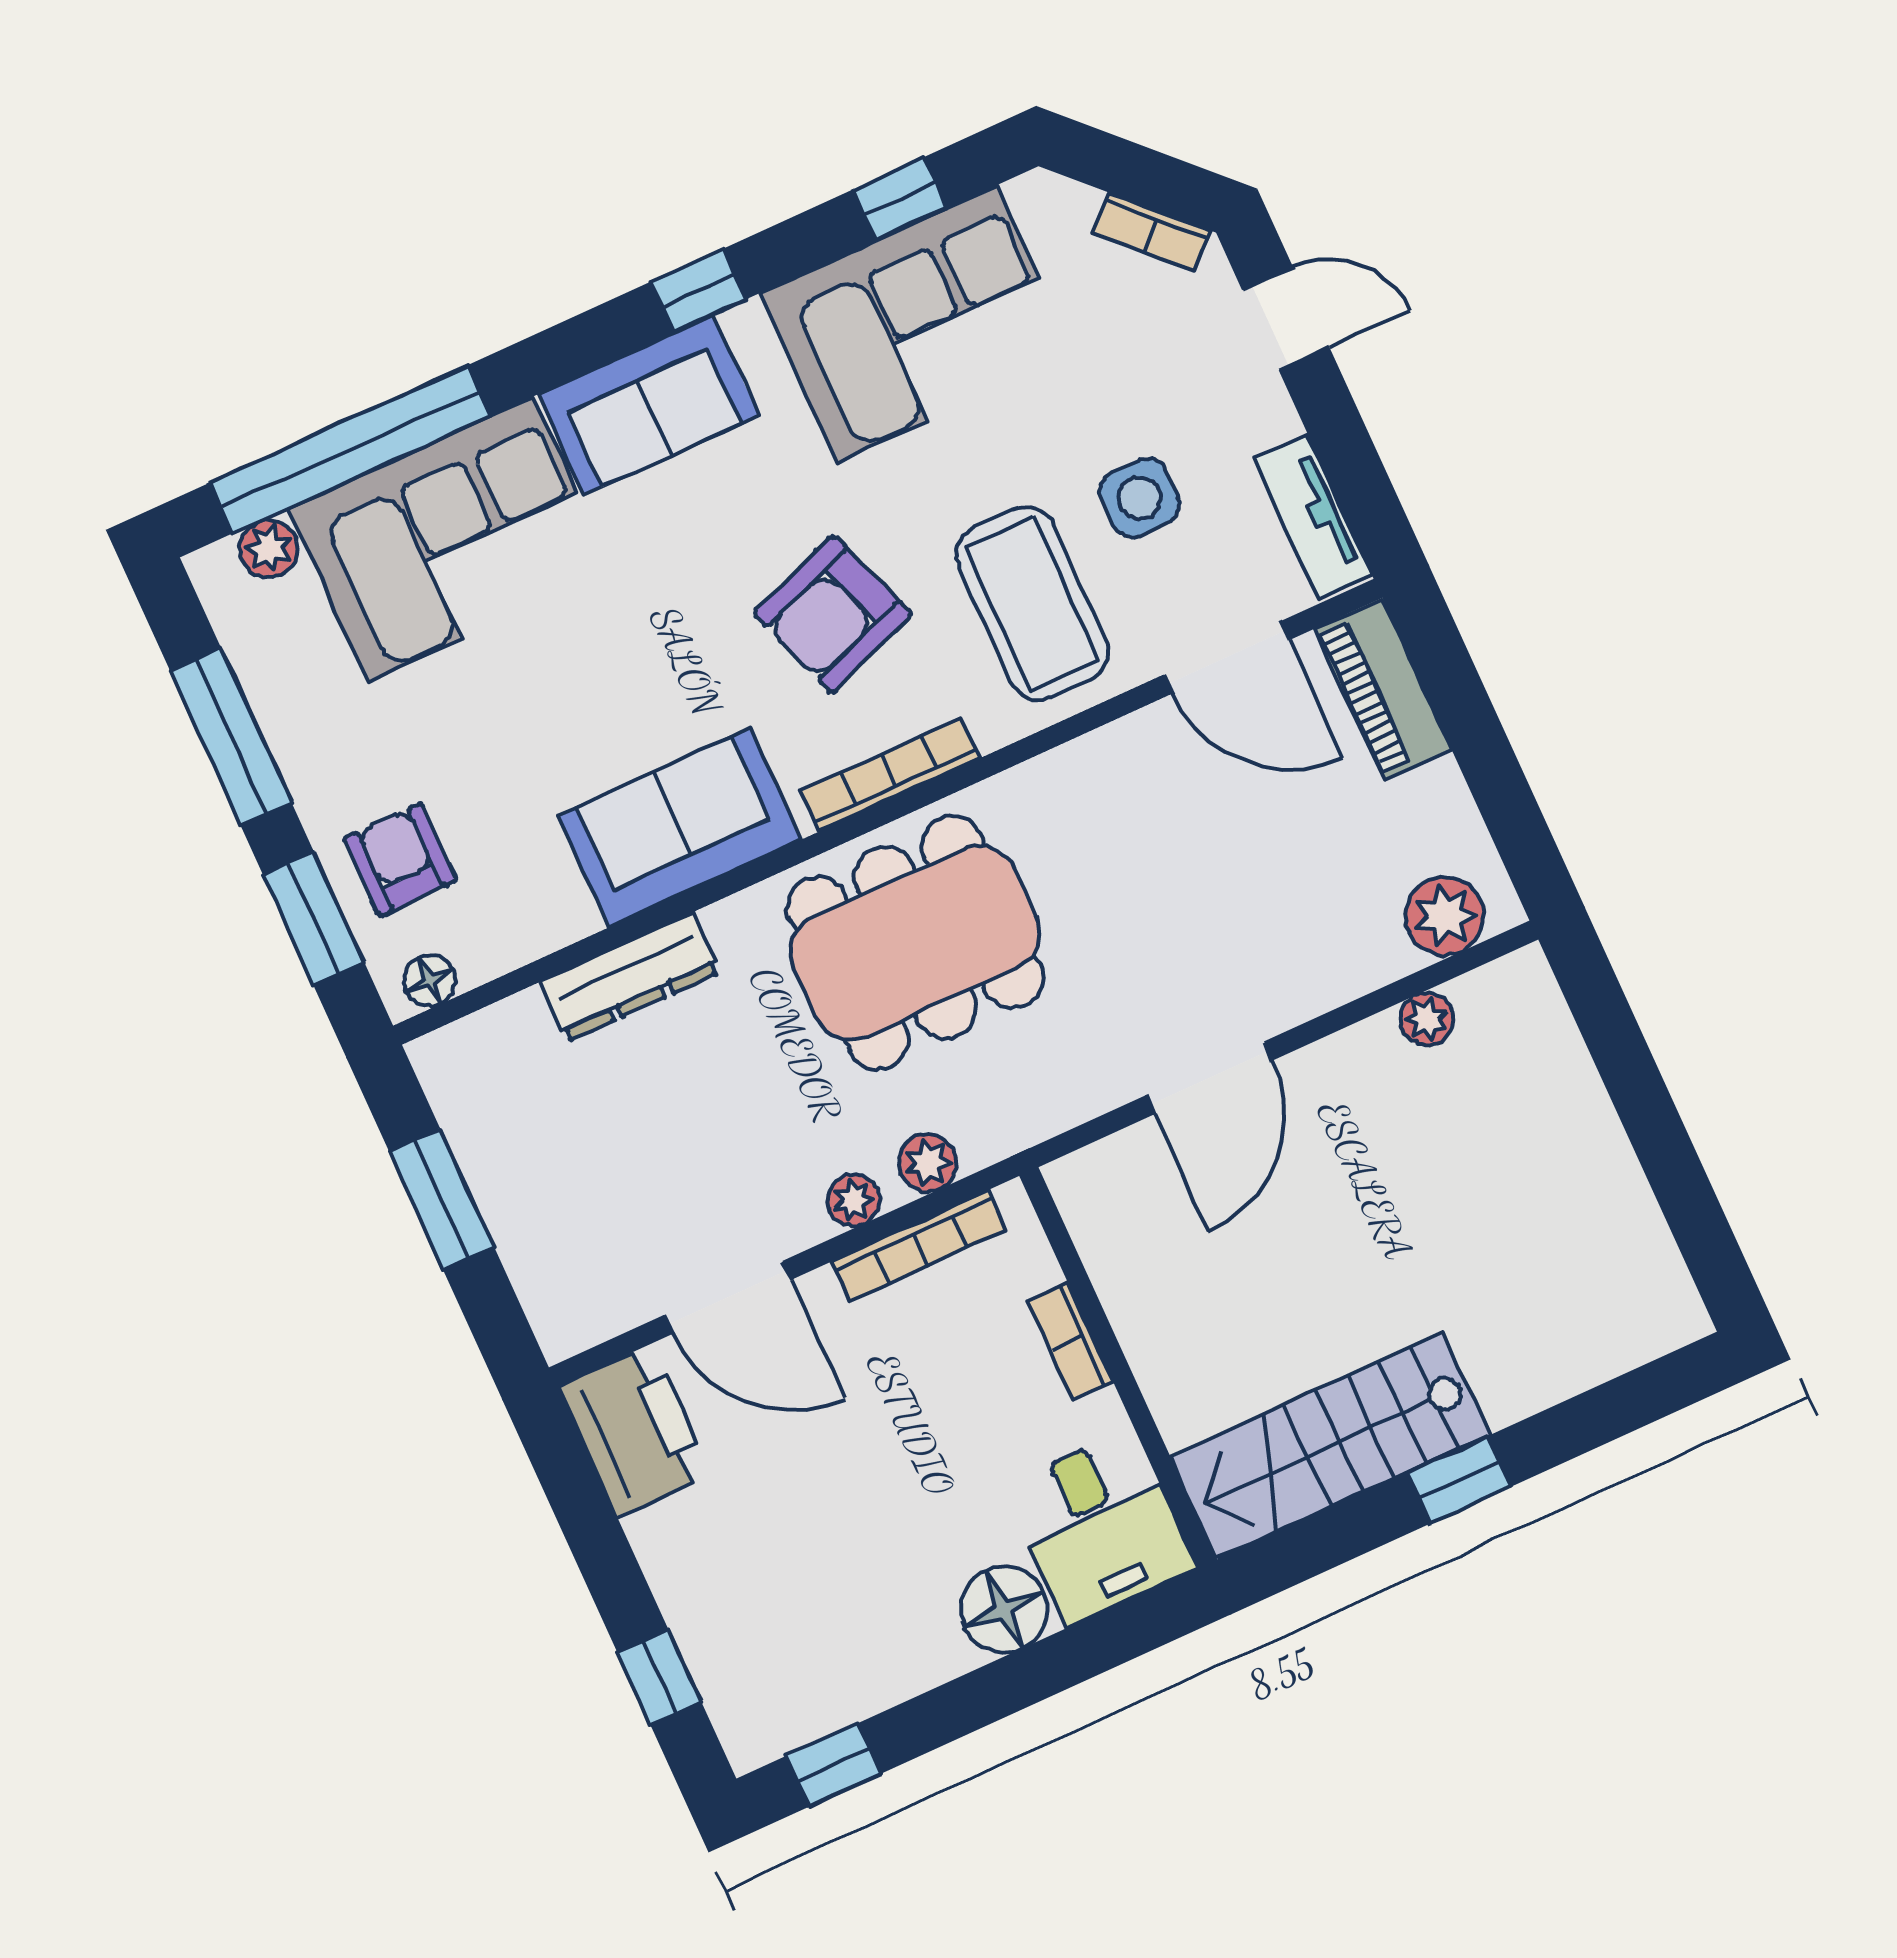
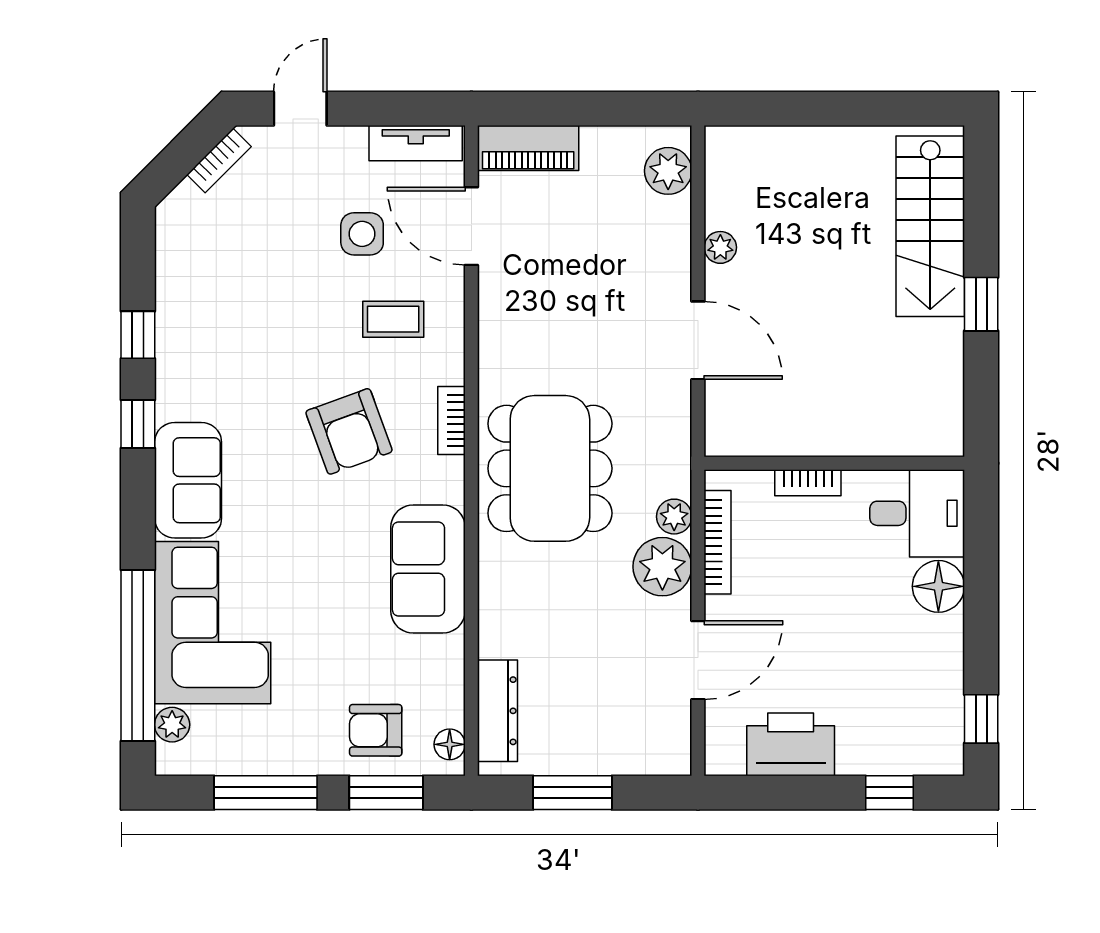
window: (900, 199) -> (138, 335), moved
corner sofa: (917, 324) -> (211, 312), removed
coffee table: (1032, 603) -> (393, 319), width x0.54, depth x0.58
door: (1226, 657) -> (471, 226), swing flipped
bookcase: (890, 774) -> (451, 421), width x0.64
dresser: (630, 977) -> (498, 711), moved
plant: (1427, 1019) -> (720, 247), moved
plant: (853, 1200) -> (662, 567), width x1.87, depth x1.87
printer: (635, 1431) -> (791, 744), moved
stairs: (1330, 1446) -> (930, 226), moved

